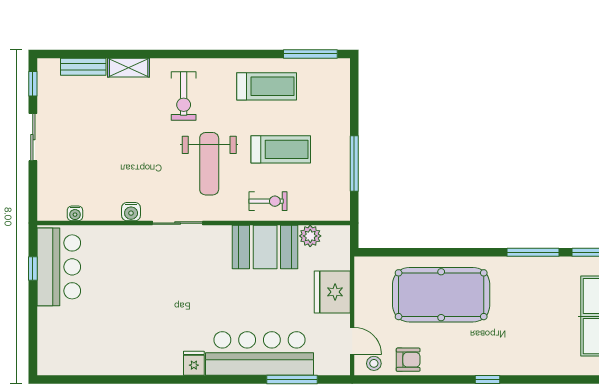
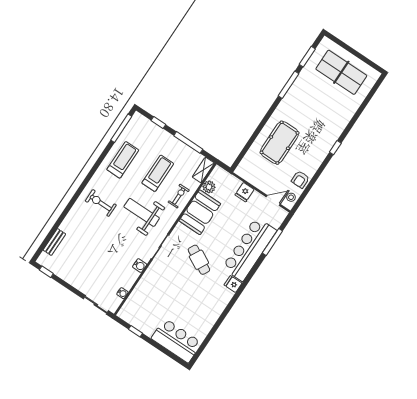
shelving: (129, 68) -> (203, 170), moved
exercise bike: (184, 96) -> (101, 203), turned 180
window: (354, 102) -> (158, 122), added
sliding door: (33, 137) -> (96, 305), moved
weight bench: (209, 164) -> (142, 212), turned 180
bar counter: (59, 267) -> (177, 341), moved
cafe table: (196, 291) -> (199, 260), added
fridge: (332, 292) -> (245, 192), width x0.53, depth x0.75
pool table: (441, 295) -> (280, 143), width x0.73, depth x0.76
armchair: (408, 360) -> (300, 179), turned 180

